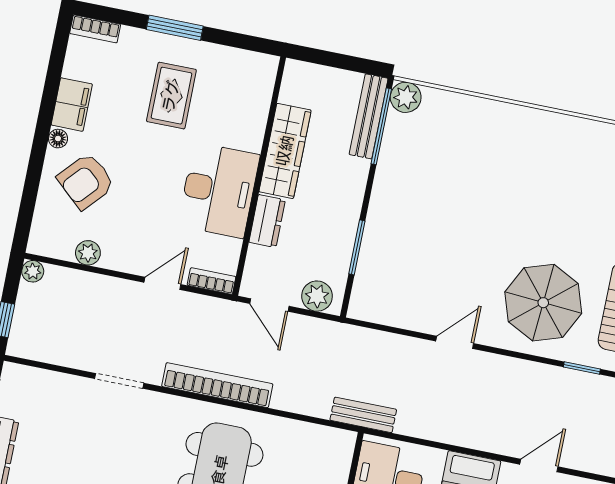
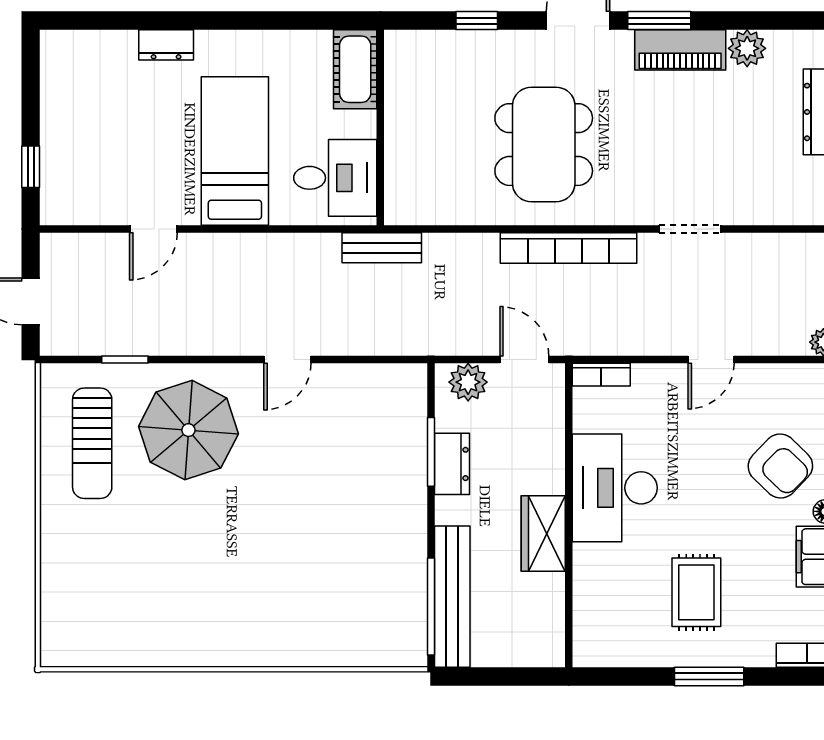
plant: (406, 97) -> (408, 648), removed
bench: (369, 116) -> (452, 597), width x1.37, depth x1.21
wardrobe: (285, 151) -> (543, 534), width x0.67
armchair: (86, 181) -> (780, 466), turned 92
dresser: (267, 221) -> (452, 464), moved, turned 180
plant: (88, 253) -> (760, 378), removed
door: (162, 283) -> (711, 359), moved

